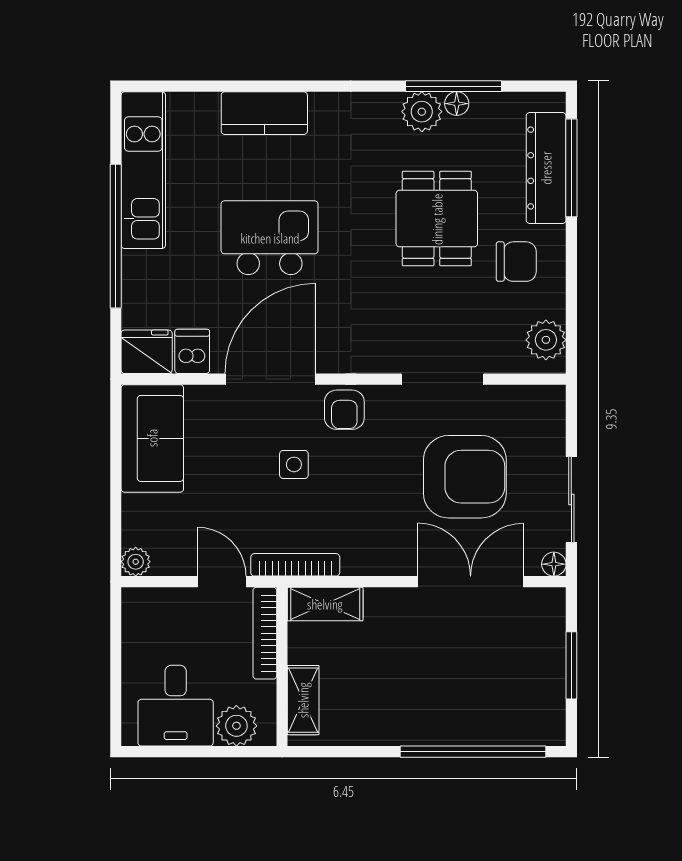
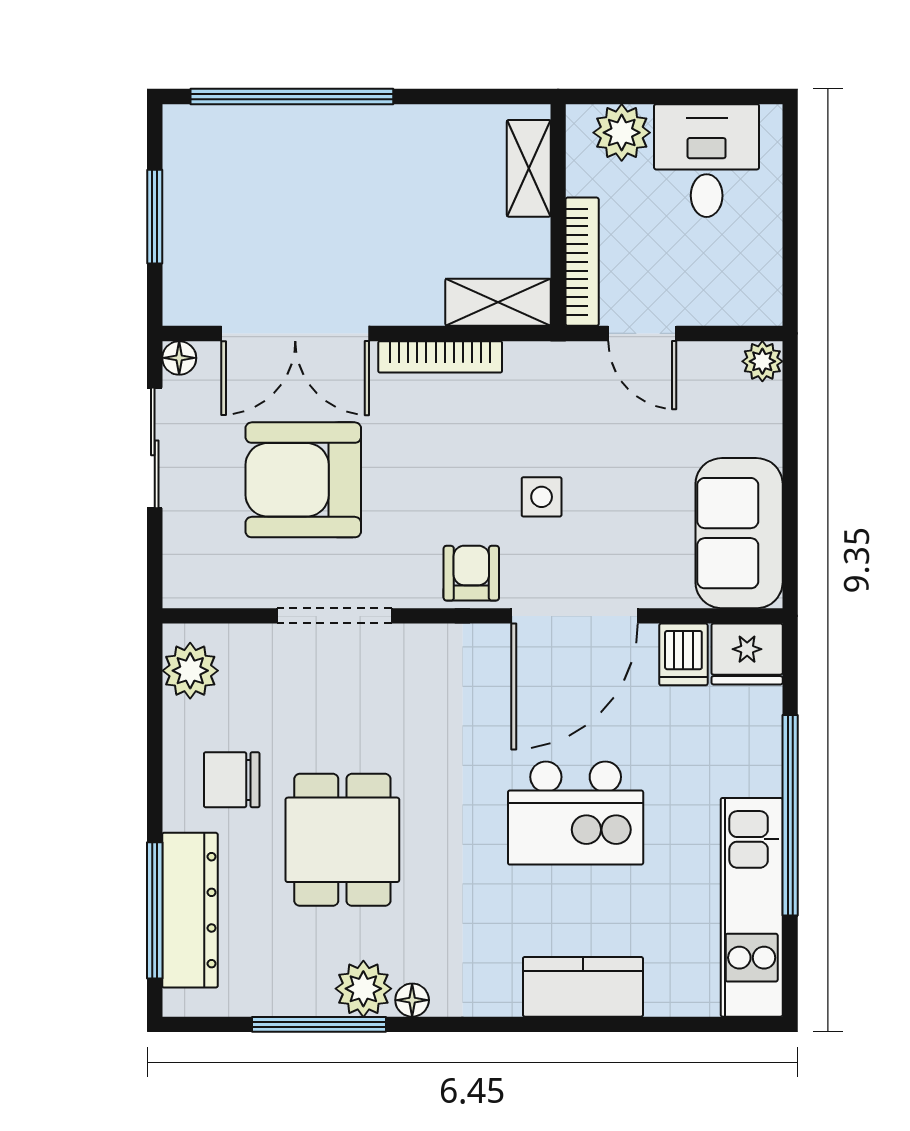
floor lamp: (457, 104) -> (412, 1000), moved
bookcase: (295, 565) -> (440, 357), moved

